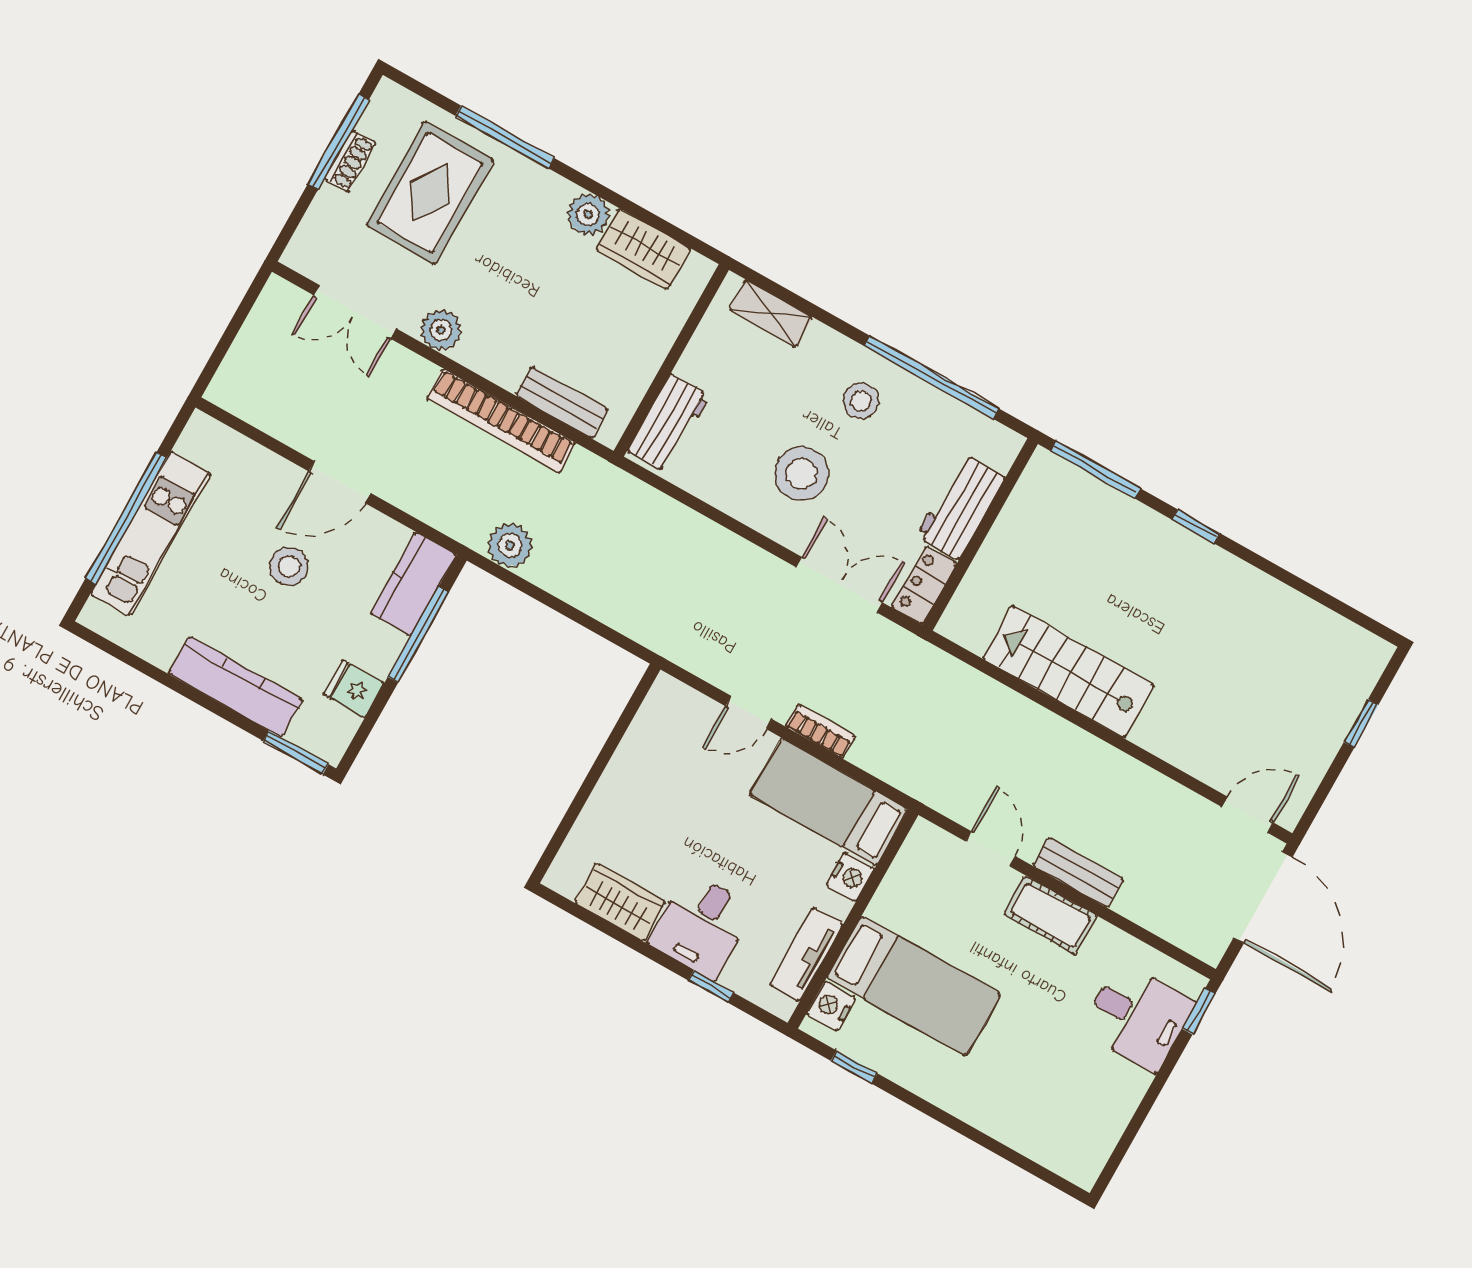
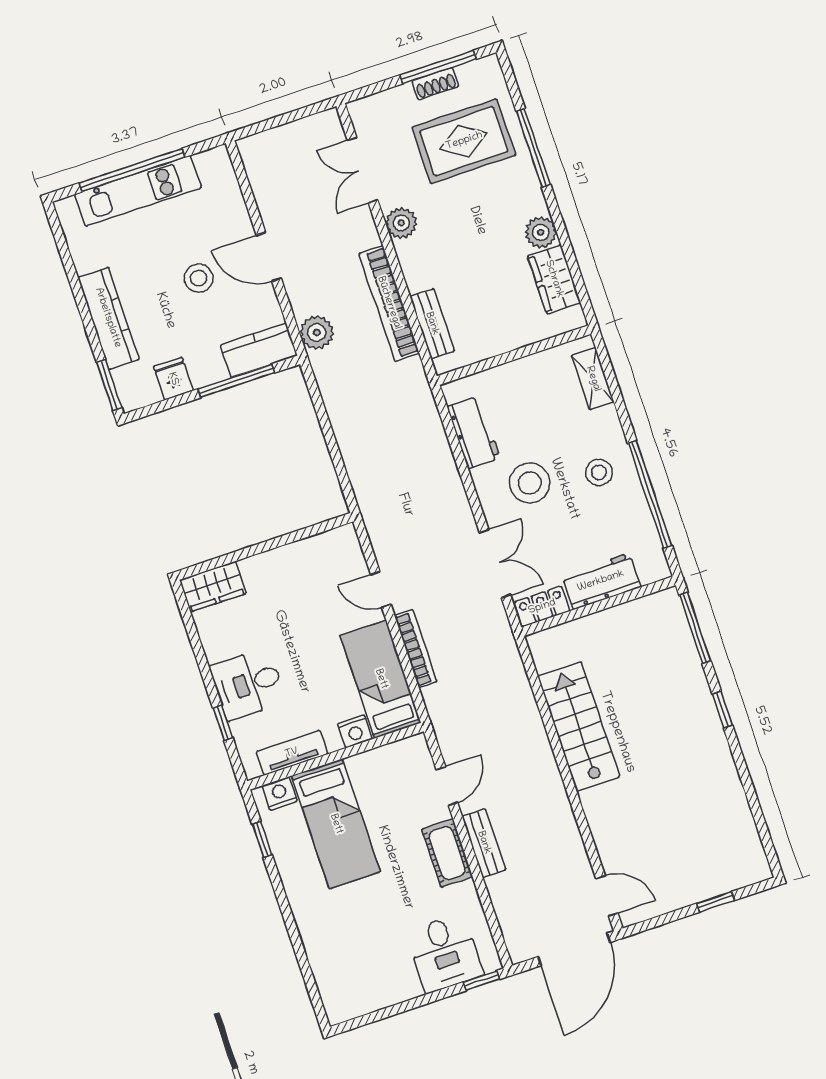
workbench: (669, 423) -> (474, 432), moved, turned -90
plant: (510, 545) -> (317, 332), moved
bookcase: (820, 731) -> (416, 649), width x1.56
wardrobe: (620, 902) -> (213, 587), moved, turned 90

